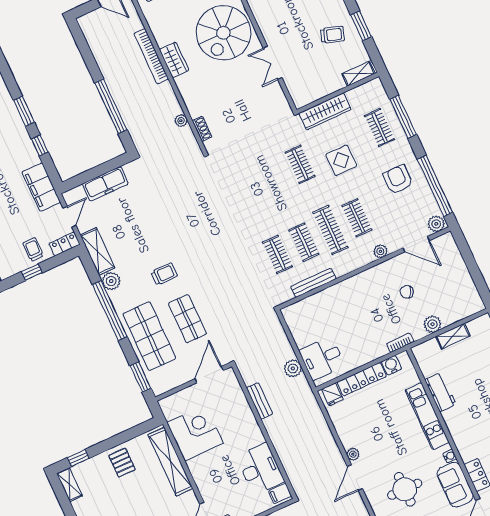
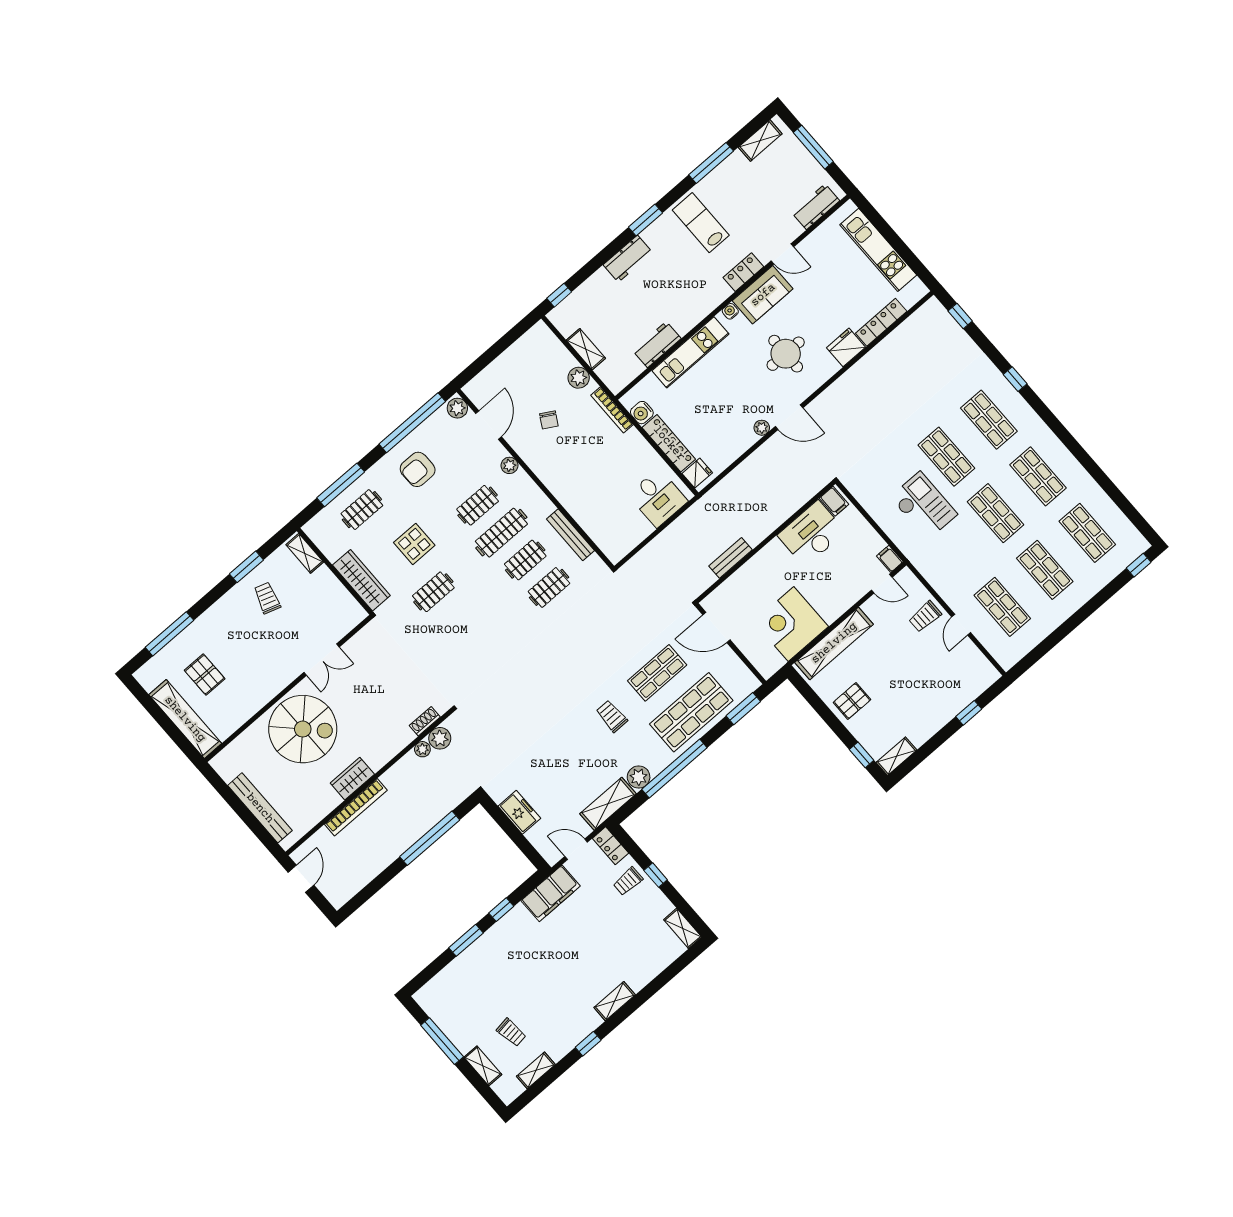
freezer: (105, 184) -> (519, 812), width x0.71
bookcase: (400, 343) -> (612, 410), width x1.56
plant: (293, 368) -> (440, 738), moved

